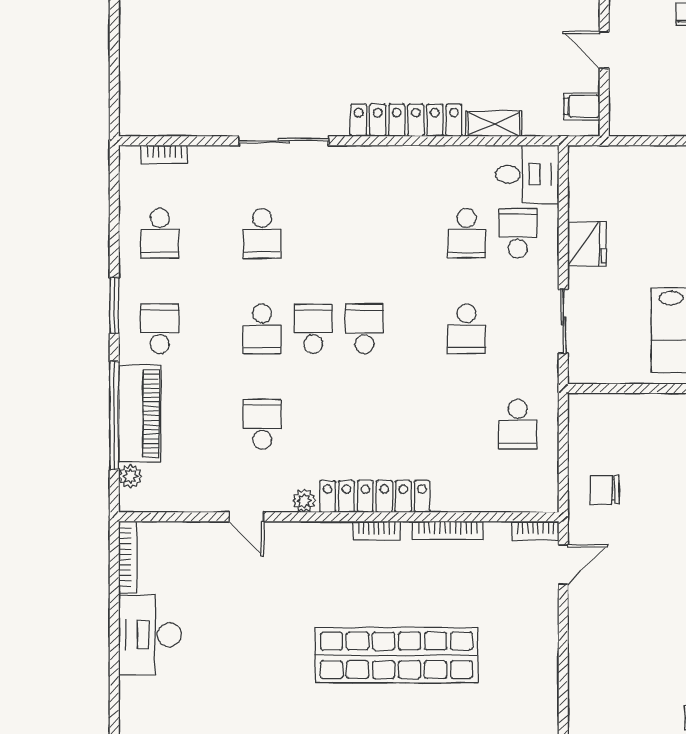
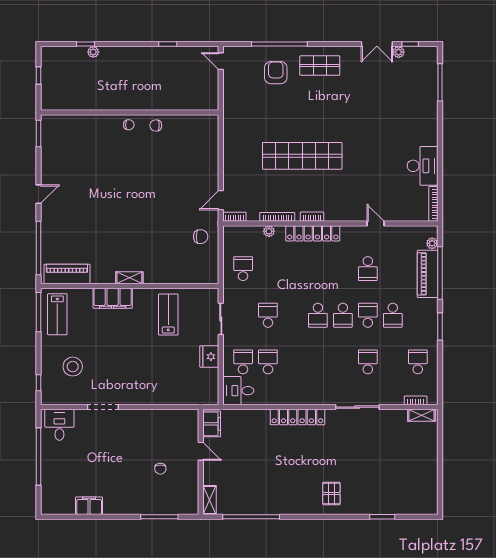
filing cabinet: (582, 106) -> (212, 424), width x2.00
shelving: (494, 124) -> (421, 415), moved
school desk: (518, 233) -> (243, 362), turned 180
school desk: (160, 329) -> (393, 315), moved
plant: (304, 501) -> (269, 231), moved

